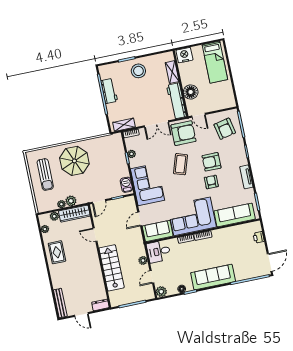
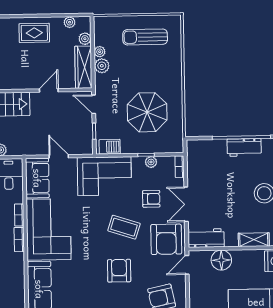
workbench: (176, 101) -> (206, 238), width x0.73
shelving: (124, 125) -> (193, 159), removed
parasol: (74, 161) -> (147, 112), moved
armchair: (211, 182) -> (151, 199), moved

